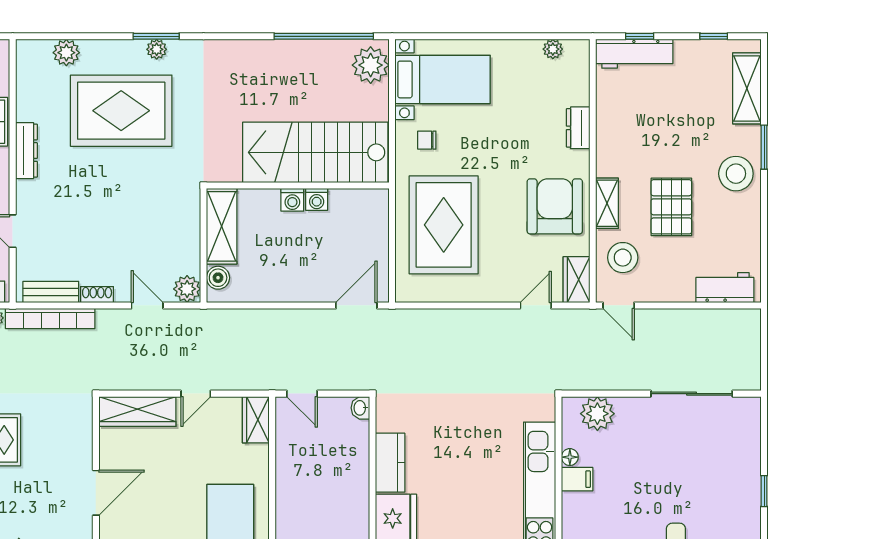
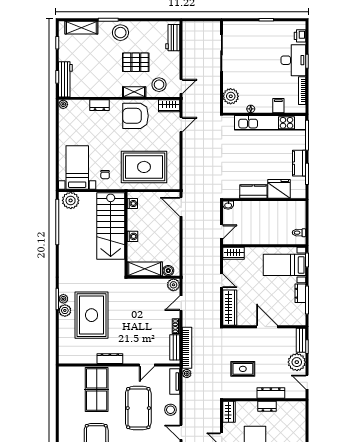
plant: (553, 49) -> (63, 104), moved
plant: (66, 53) -> (65, 310), moved
washing machine: (317, 199) -> (132, 204), moved
door: (536, 305) -> (181, 125), swing flipped
filing cabinet: (577, 479) -> (278, 106), moved

